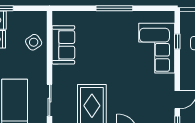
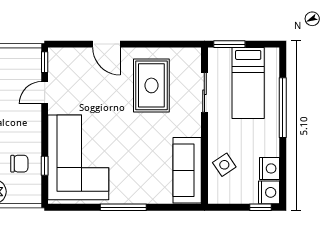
sofa: (63, 45) -> (187, 170), width x1.36
corner sofa: (157, 48) -> (78, 157), width x1.36, depth x1.36

